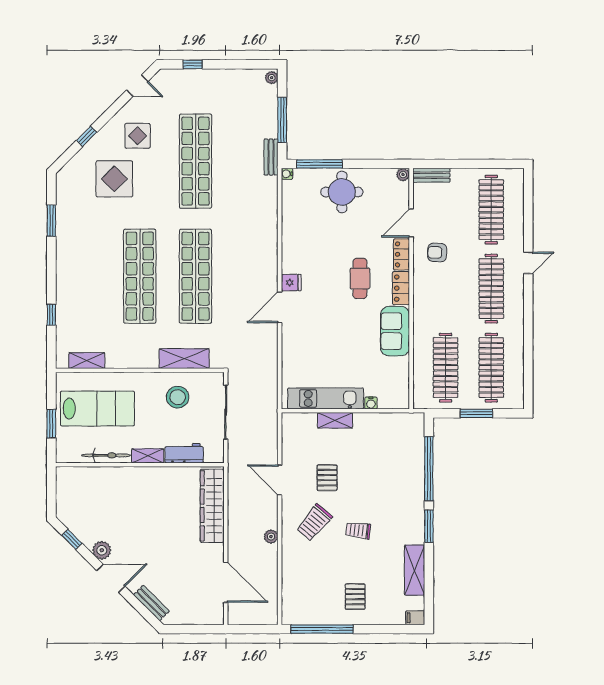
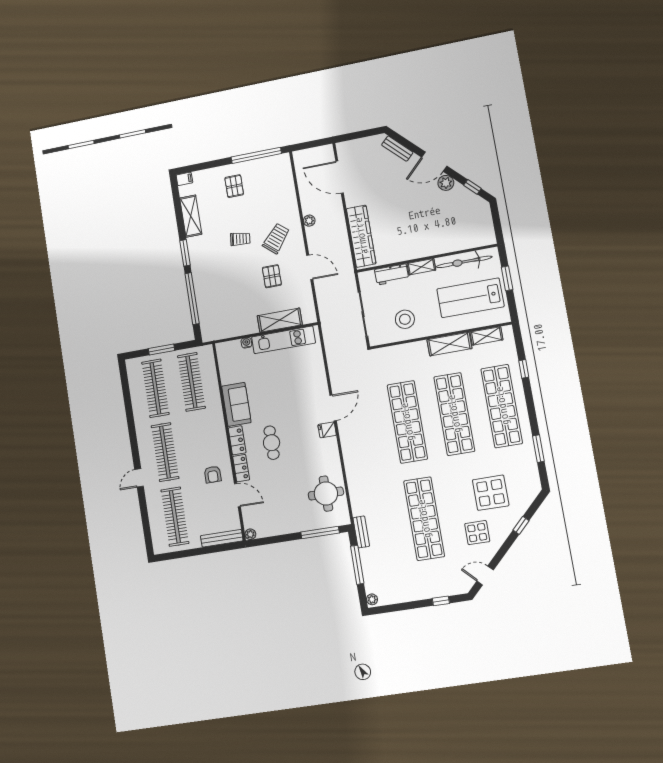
water cooler: (287, 174) -> (346, 520), removed
bench: (431, 175) -> (222, 538), width x1.36
round table: (342, 192) -> (326, 494), moved
door: (411, 223) -> (237, 495), hinge flipped
armchair: (437, 252) -> (213, 474), turned 87
shop shelf: (84, 276) -> (502, 406), added
shelving: (184, 359) -> (449, 344), moved
shelving: (335, 420) -> (280, 320), width x1.50, depth x1.33
bicycle: (106, 455) -> (464, 262), width x1.37, depth x1.40

